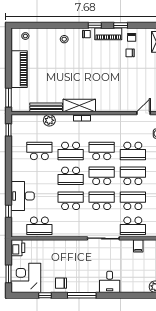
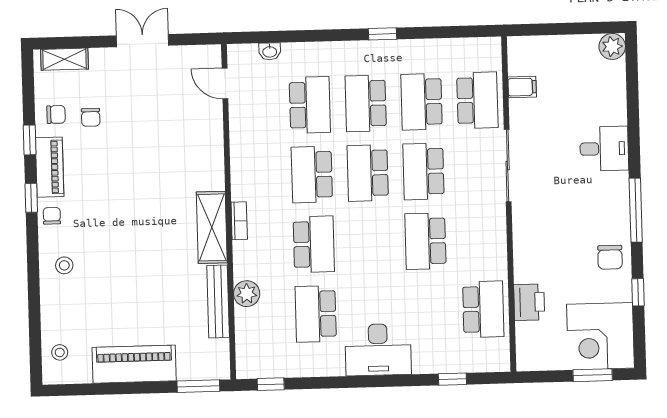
school desk: (71, 176) -> (370, 243), removed
desk: (23, 196) -> (378, 350), moved
printer: (18, 248) -> (529, 302), moved, turned 90

